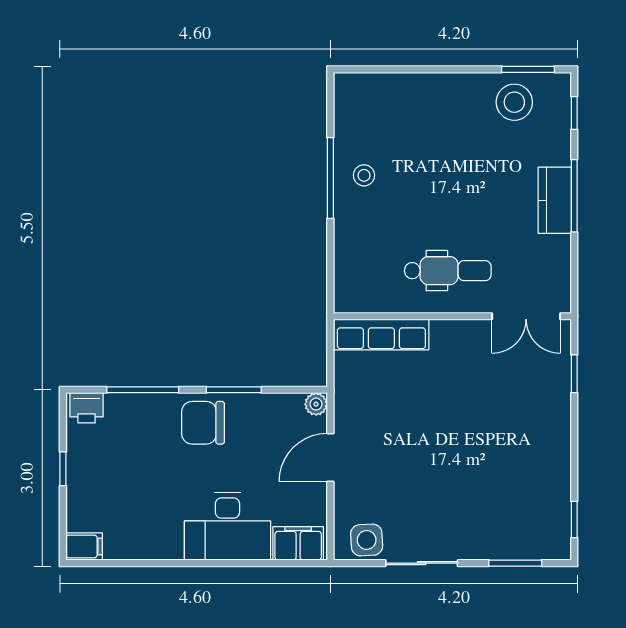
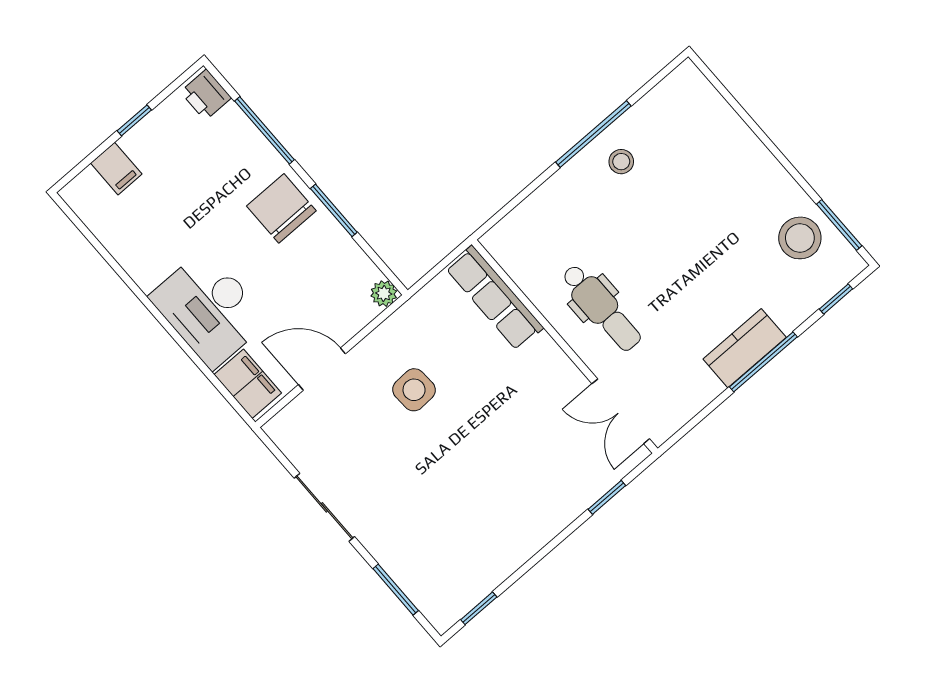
door: (330, 457) -> (322, 369), moved
side table: (367, 540) -> (414, 390), moved
filing cabinet: (84, 547) -> (116, 169), moved

